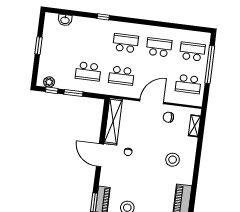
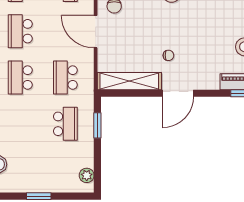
school desk: (121, 76) -> (65, 78), turned 180
window: (52, 90) -> (97, 170), removed
window: (73, 93) -> (97, 125), moved

